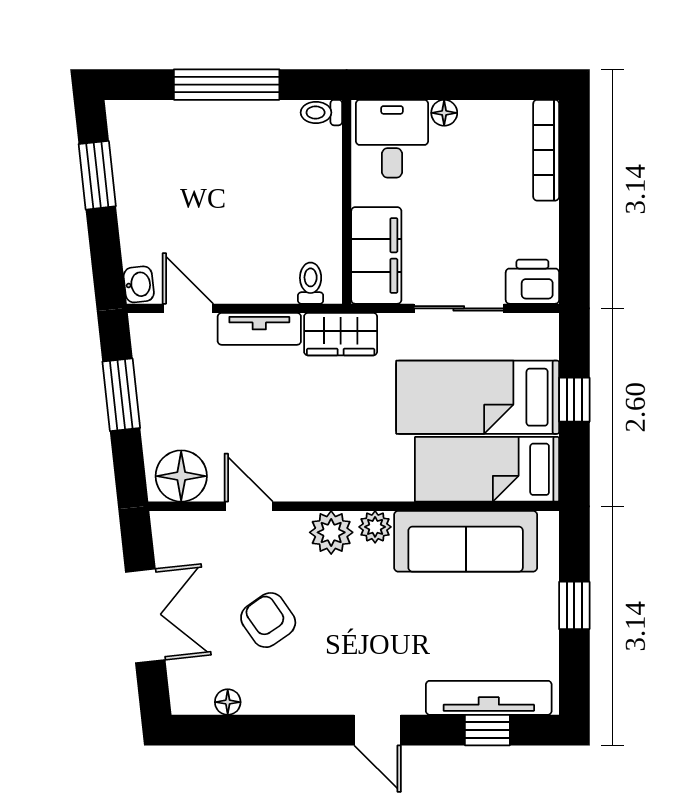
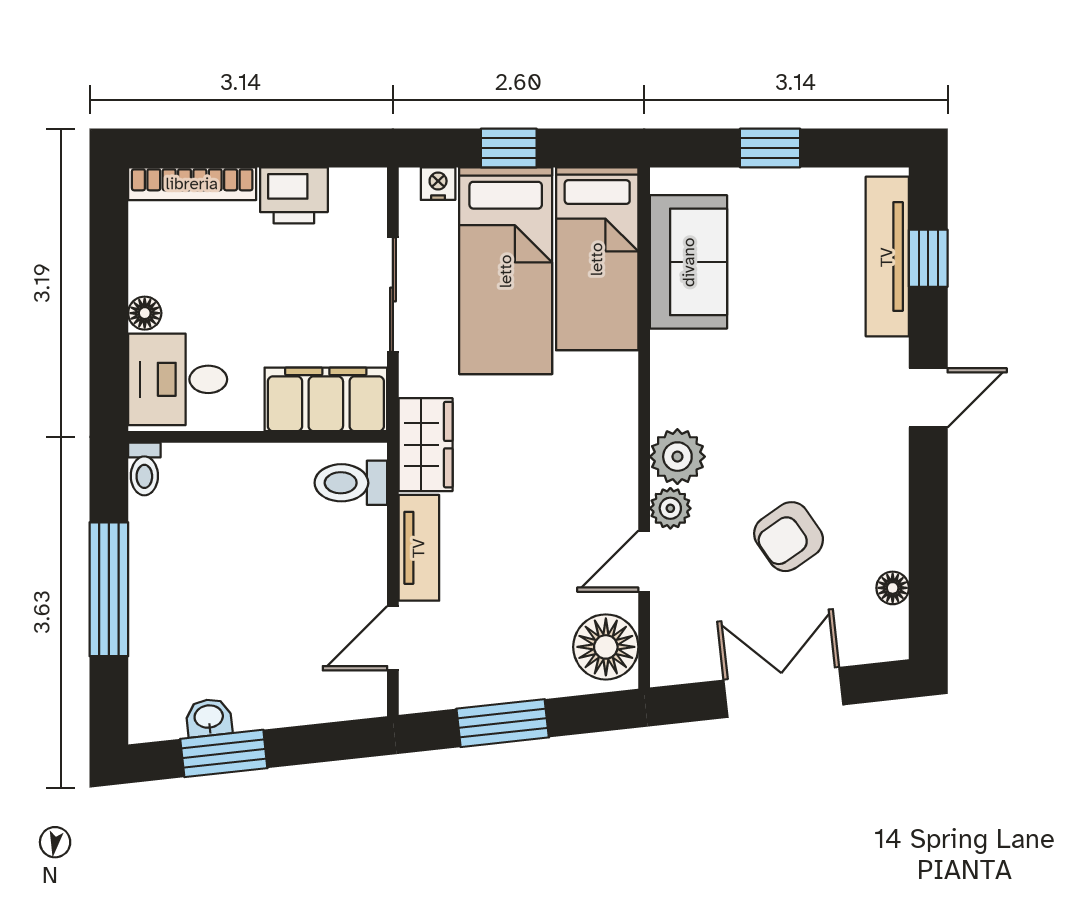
printer: (532, 282) -> (294, 195), moved, turned -90
toilet: (311, 283) -> (351, 483), width x1.37, depth x1.39
washbasin: (139, 284) -> (209, 718), moved
nightstand: (546, 344) -> (438, 184), added
plant: (375, 527) -> (670, 508), moved
sofa: (466, 541) -> (689, 262), width x0.73

